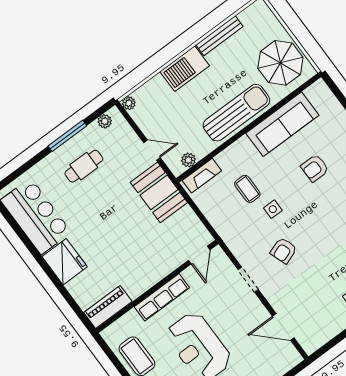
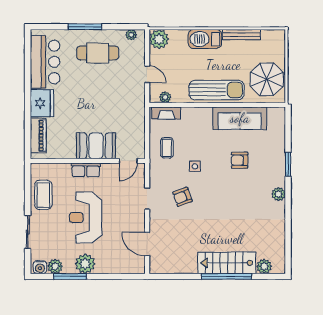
plant: (129, 103) -> (159, 39), width x1.88, depth x1.88
window: (67, 136) -> (85, 27), moved
cafe table: (84, 166) -> (98, 53), width x1.37, depth x1.35
coffee table: (247, 189) -> (167, 148), moved
booth: (159, 192) -> (96, 146), moved, turned 90
row of seats: (162, 297) -> (86, 170), width x0.68
piano: (108, 307) -> (38, 136), moved, turned 90

